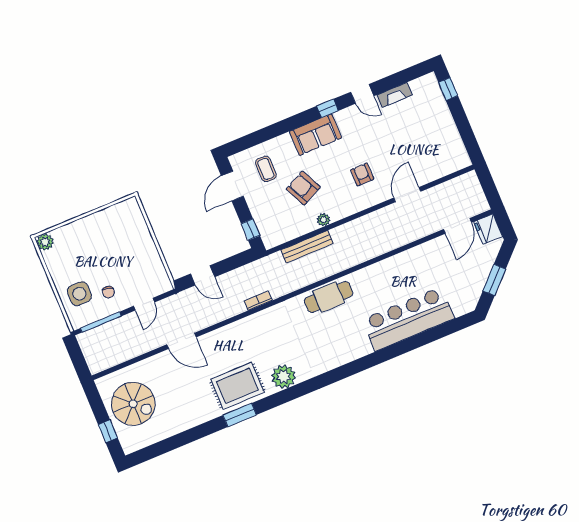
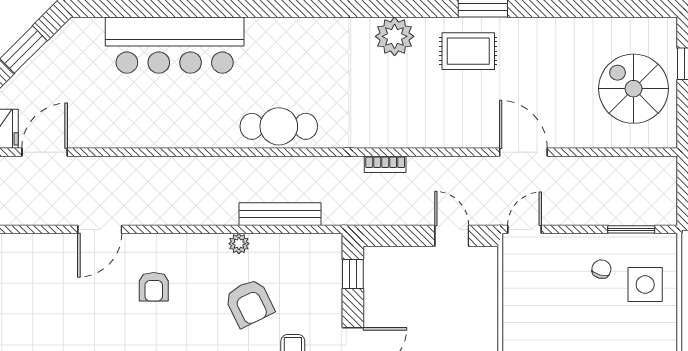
door: (144, 304) -> (525, 229), moved
window: (101, 322) -> (631, 229), width x0.69
rug: (237, 386) -> (468, 51), width x0.73, depth x0.70

